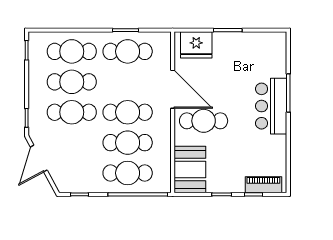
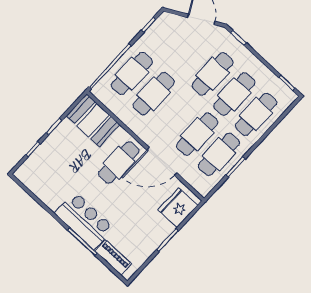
cafe table: (128, 112) -> (197, 134), moved
piano: (263, 185) -> (113, 258), moved, turned -90

